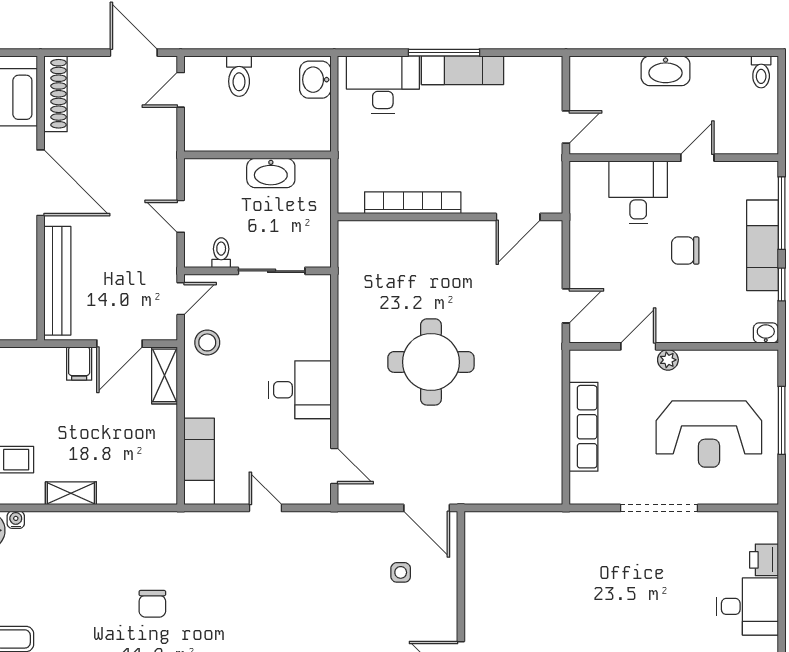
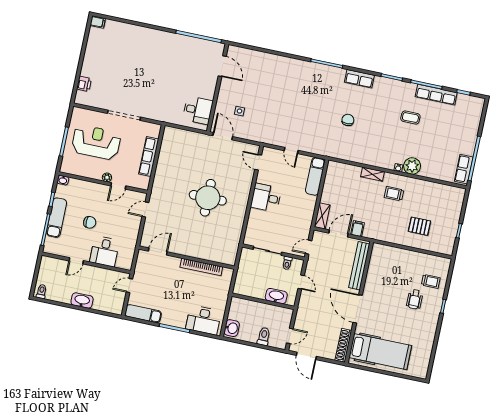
exam couch: (462, 70) -> (143, 314), moved
washbasin: (271, 173) -> (276, 296), moved
stool: (207, 342) -> (301, 226), removed
desk: (747, 606) -> (198, 110), moved, turned 180

